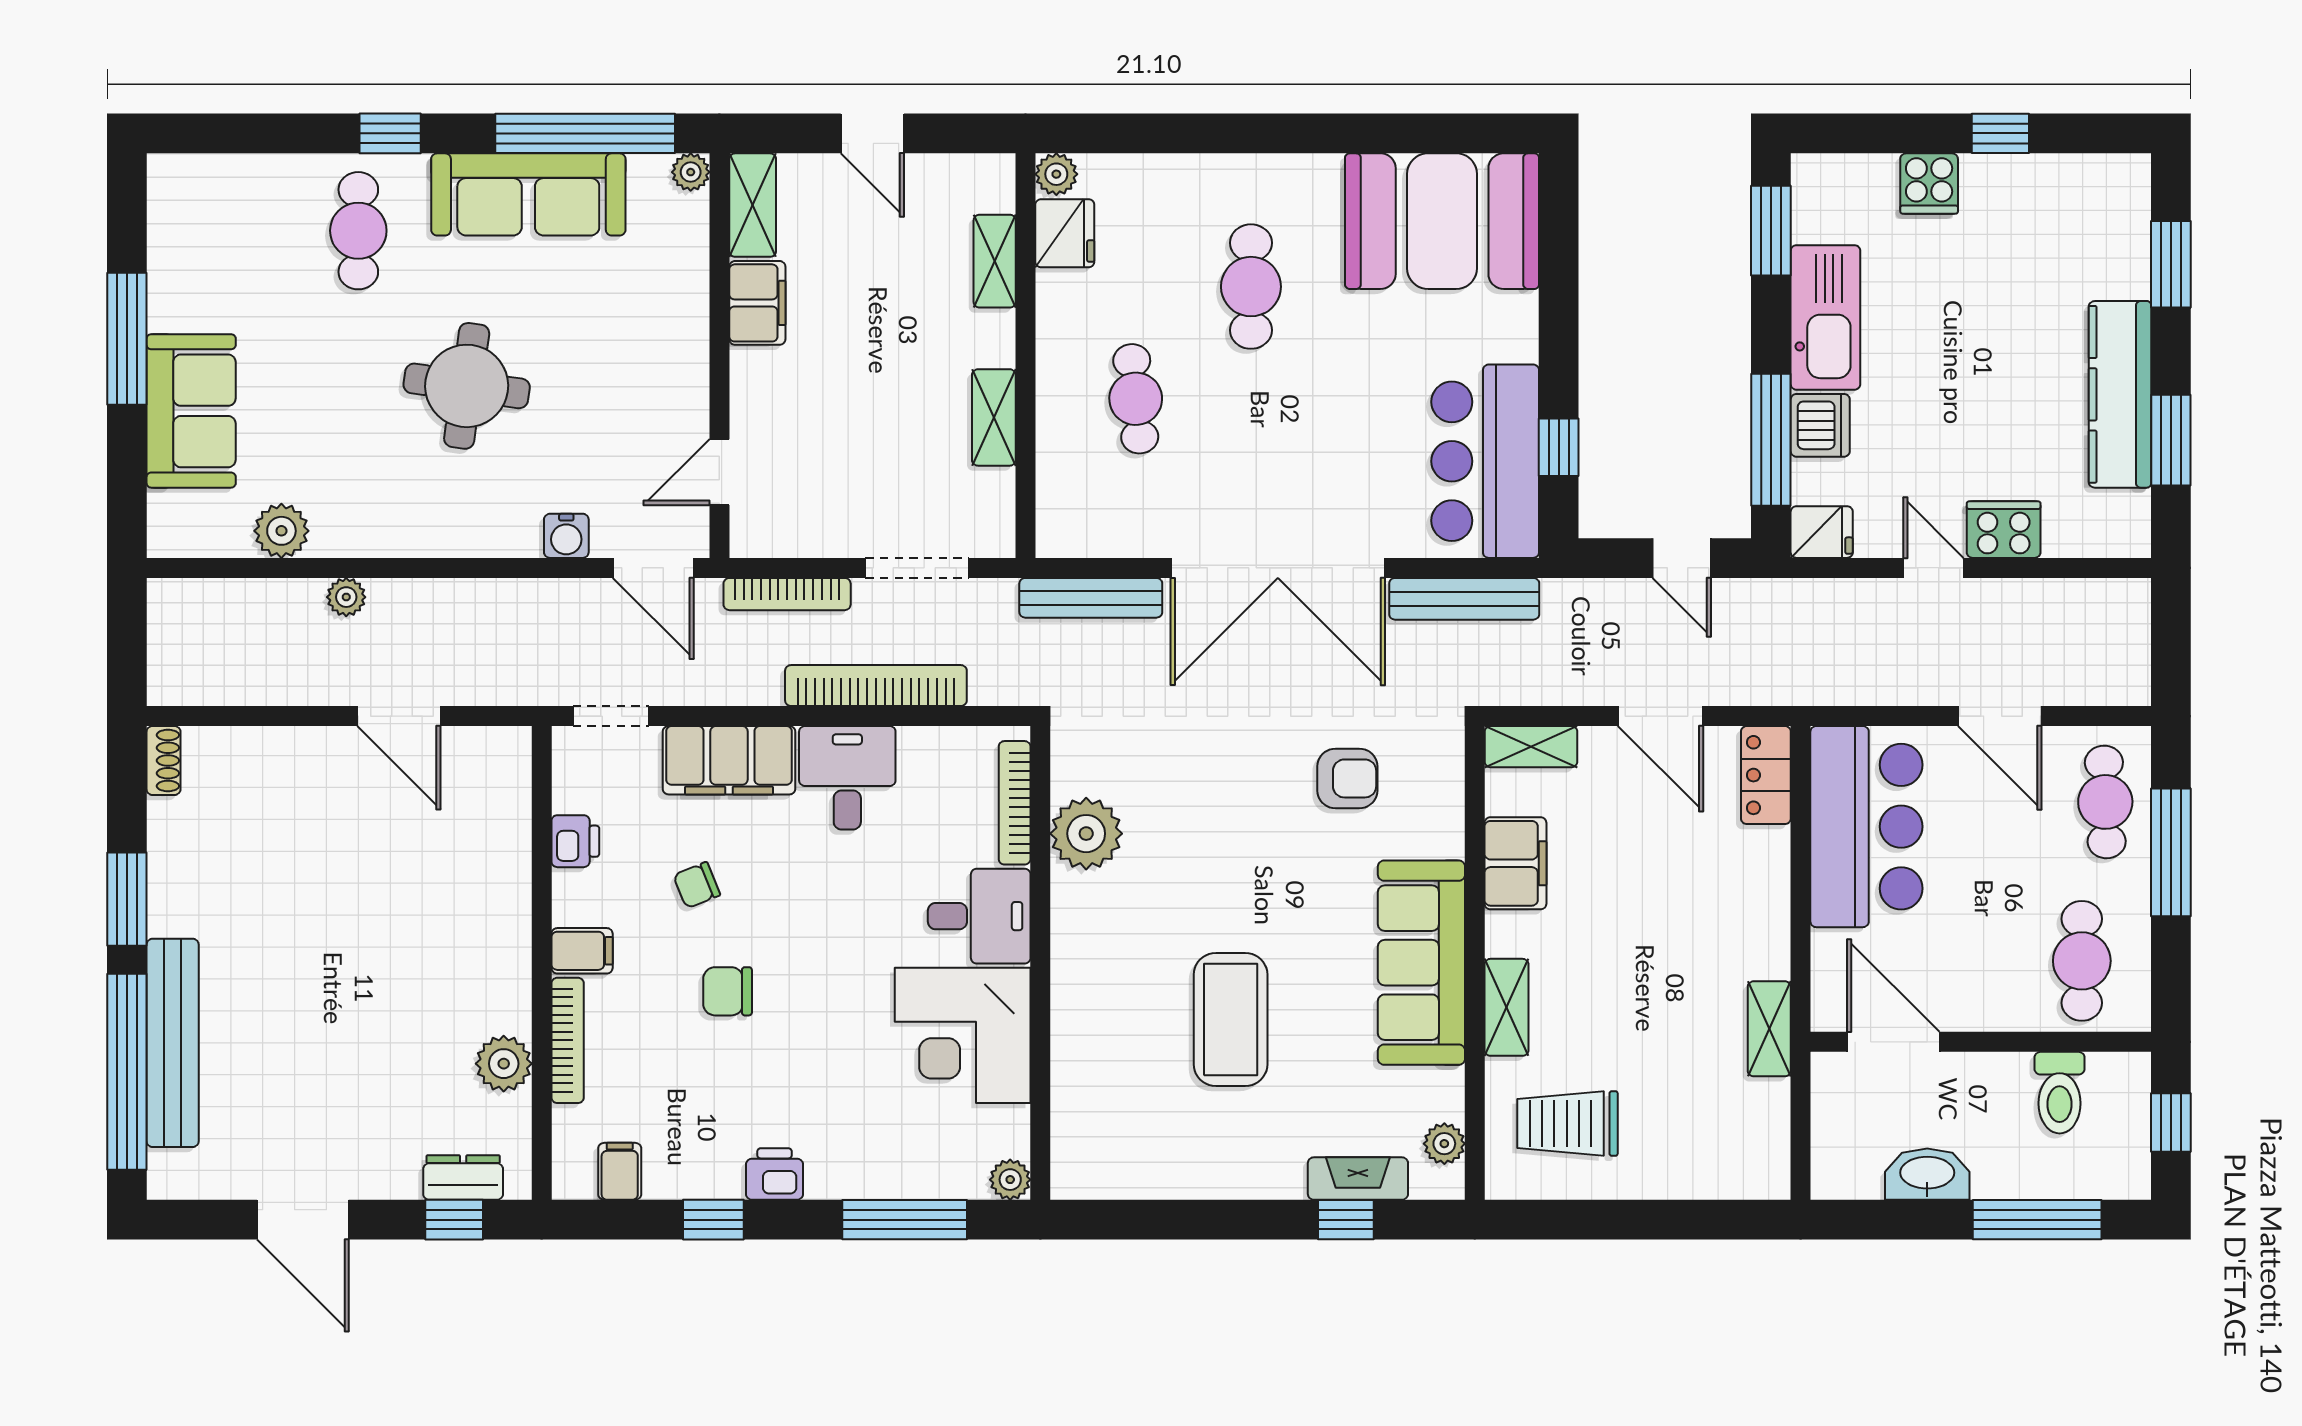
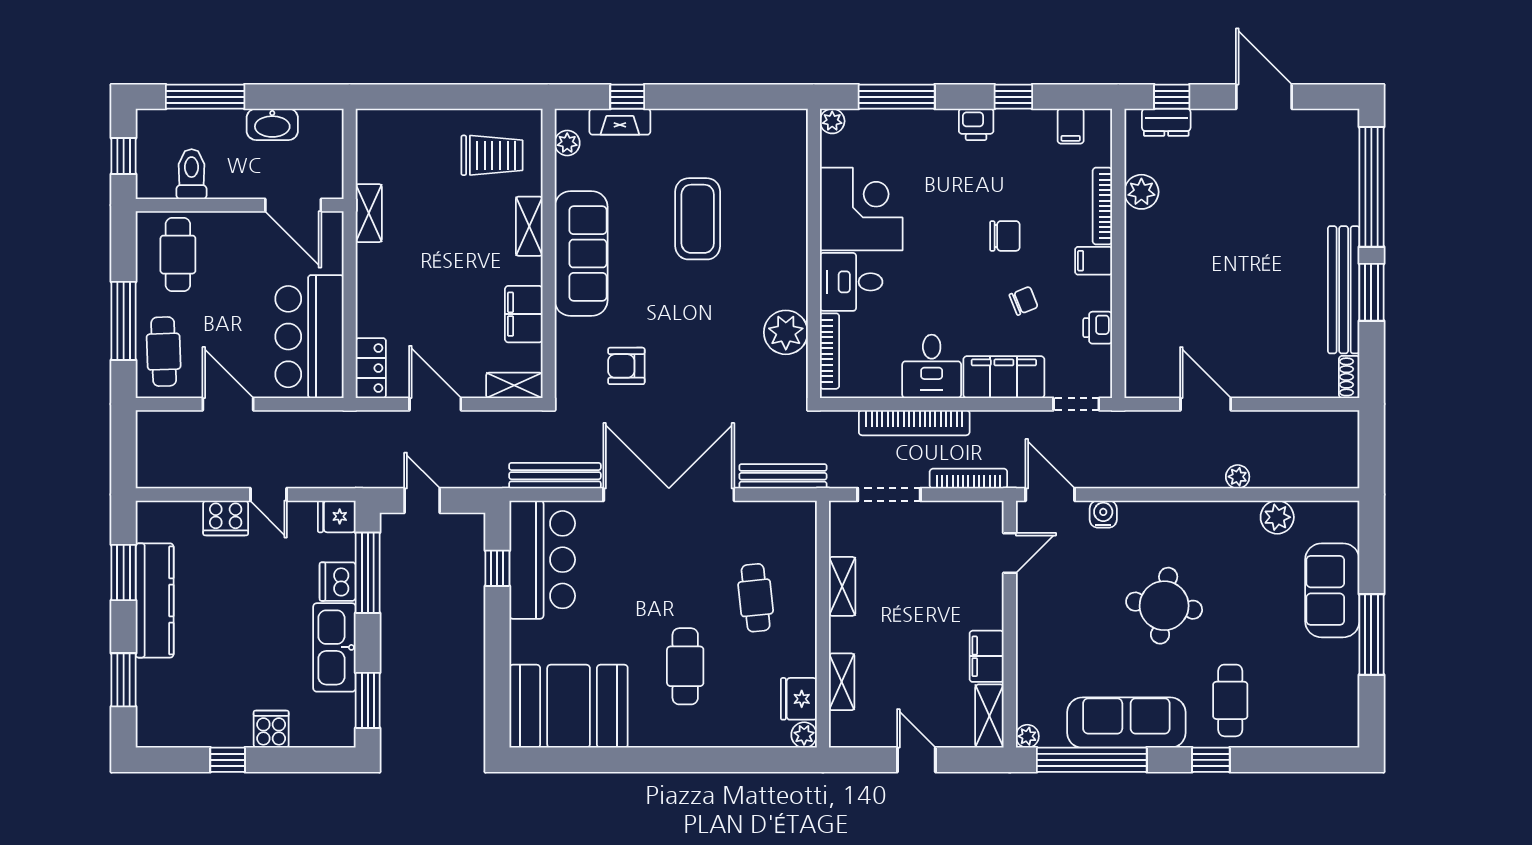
bench: (173, 1043) -> (1344, 290), moved

